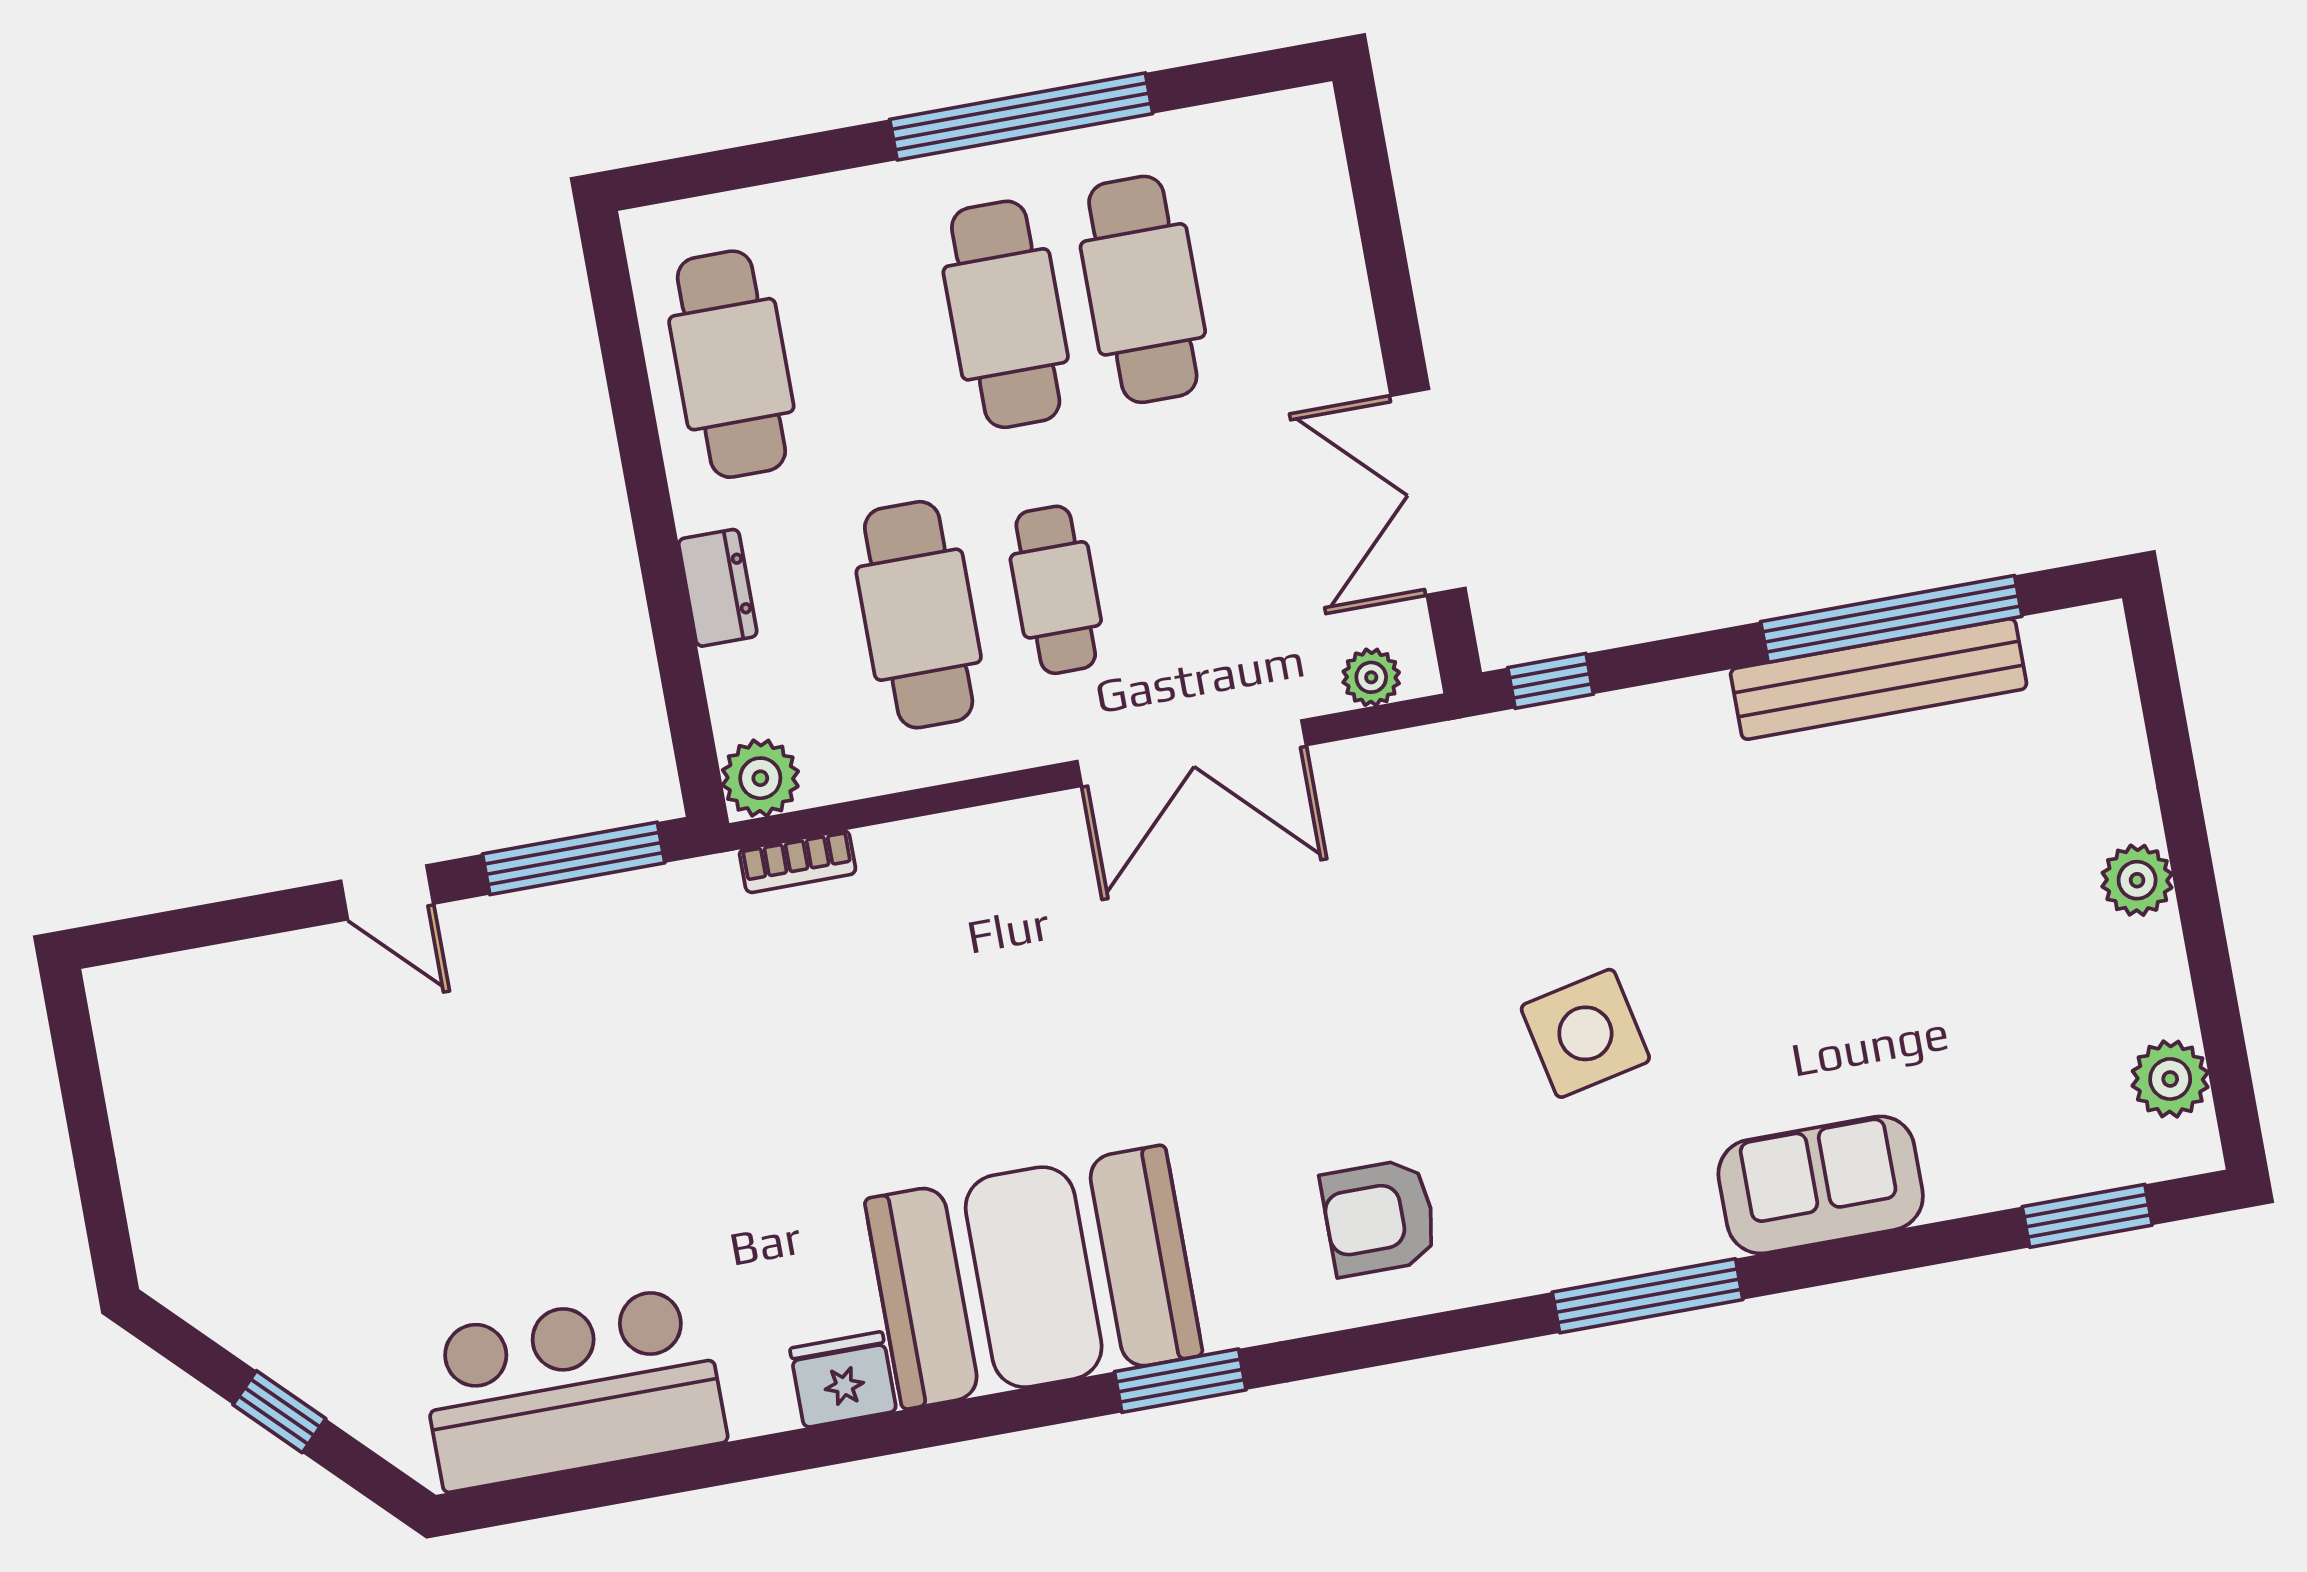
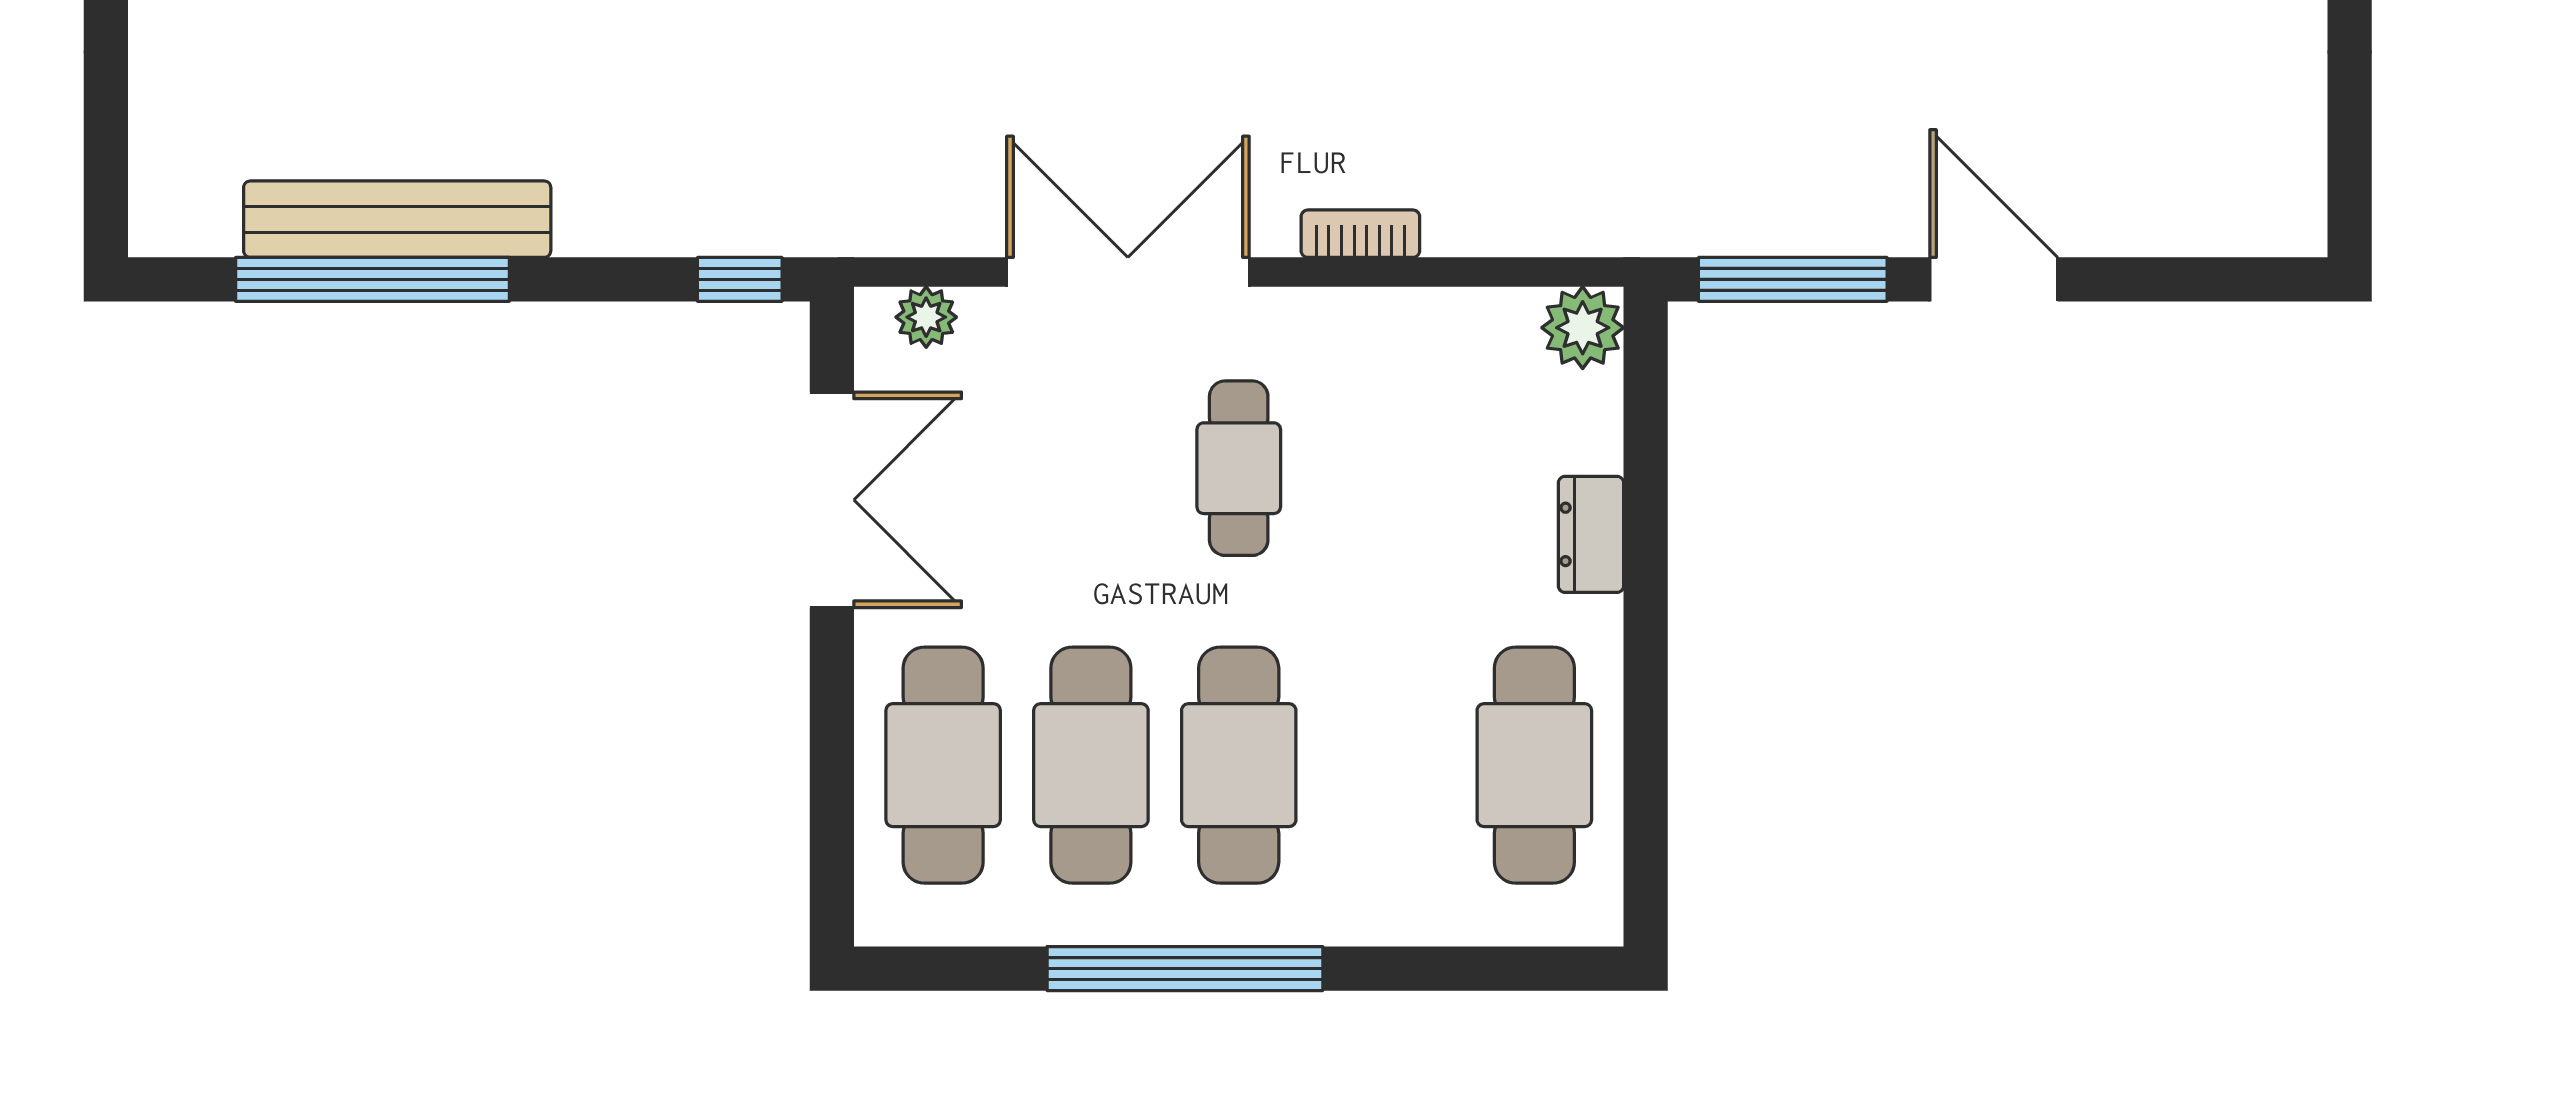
cafe table: (919, 615) -> (943, 765), moved
bookcase: (798, 862) -> (1360, 234), moved
door: (387, 892) -> (1994, 279), width x1.38

